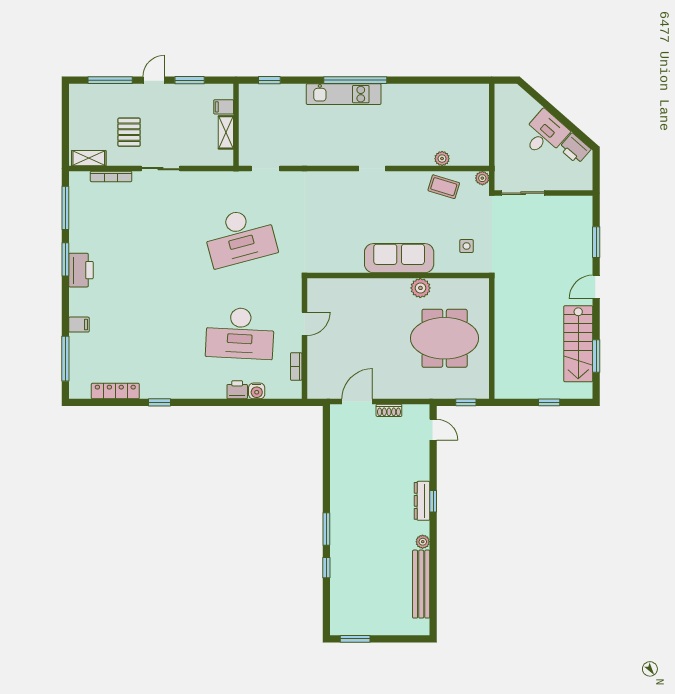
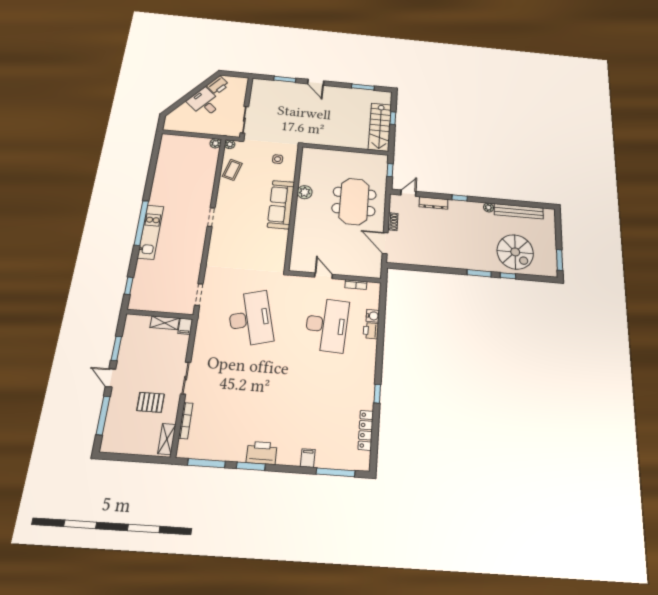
filing cabinet: (224, 107) -> (185, 326), moved
plant: (442, 159) -> (215, 143), moved
meeting table: (445, 338) -> (354, 201), moved
stairs: (578, 344) -> (380, 127), moved, turned 90
dresser: (422, 501) -> (434, 203), moved
spiral stairs: (361, 578) -> (515, 252), added

